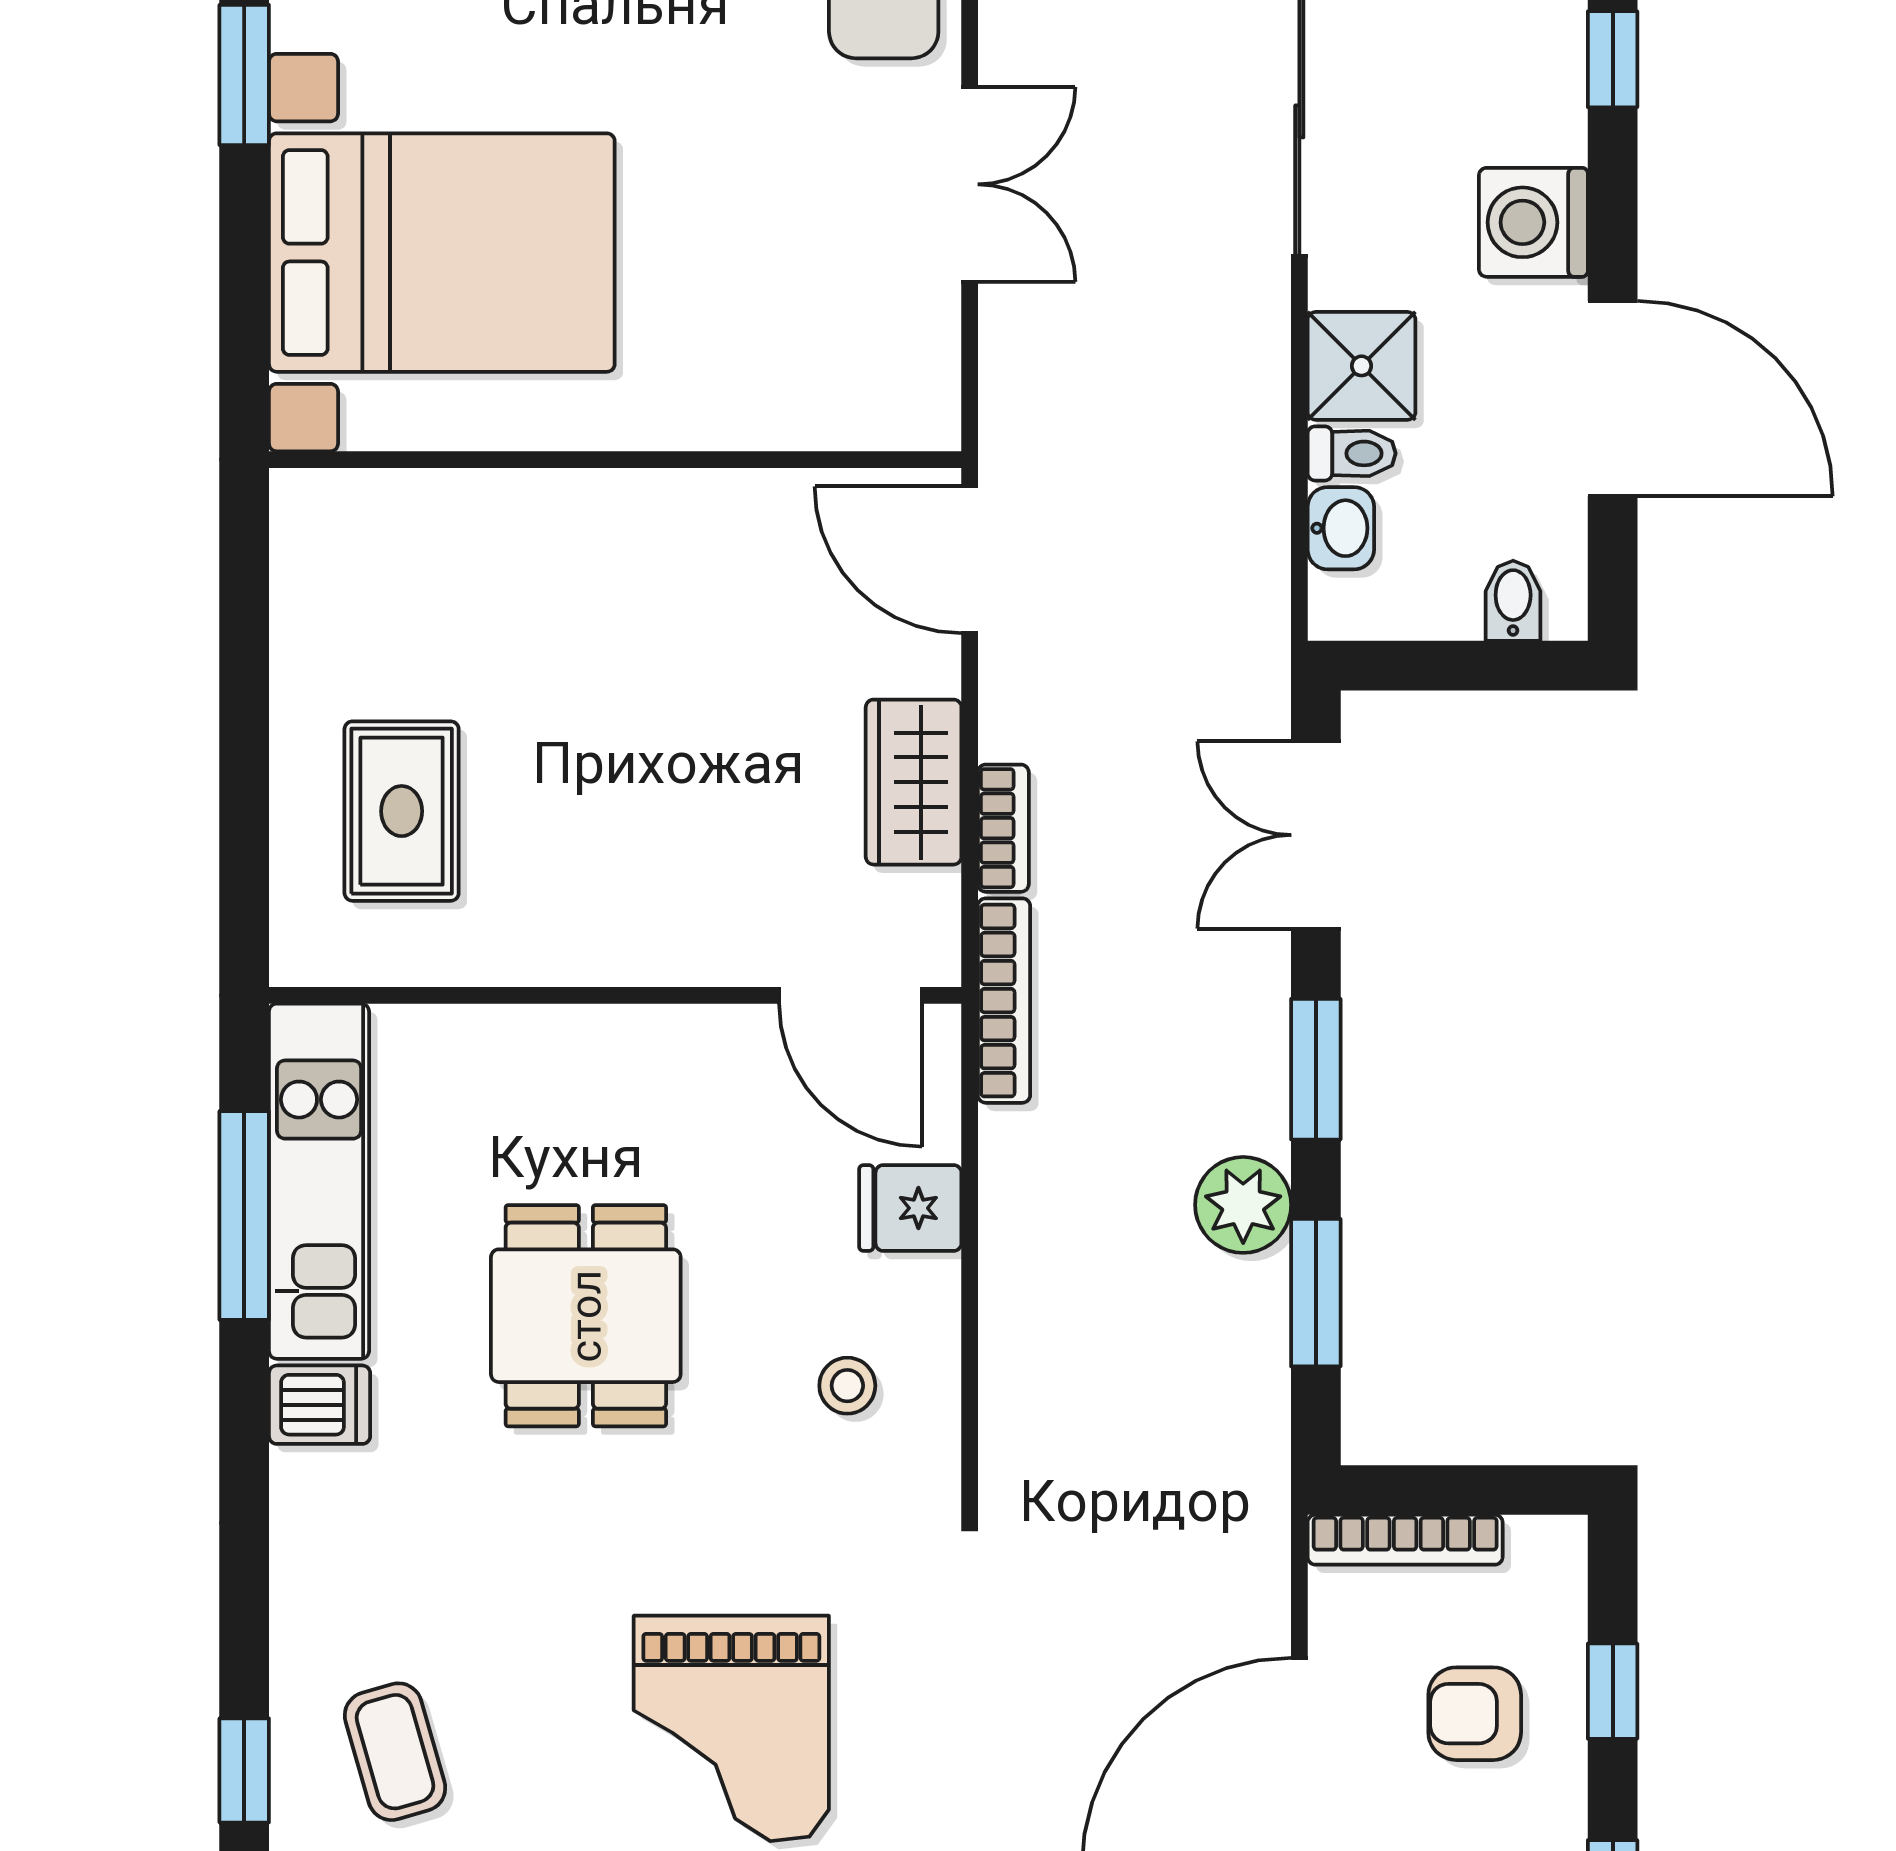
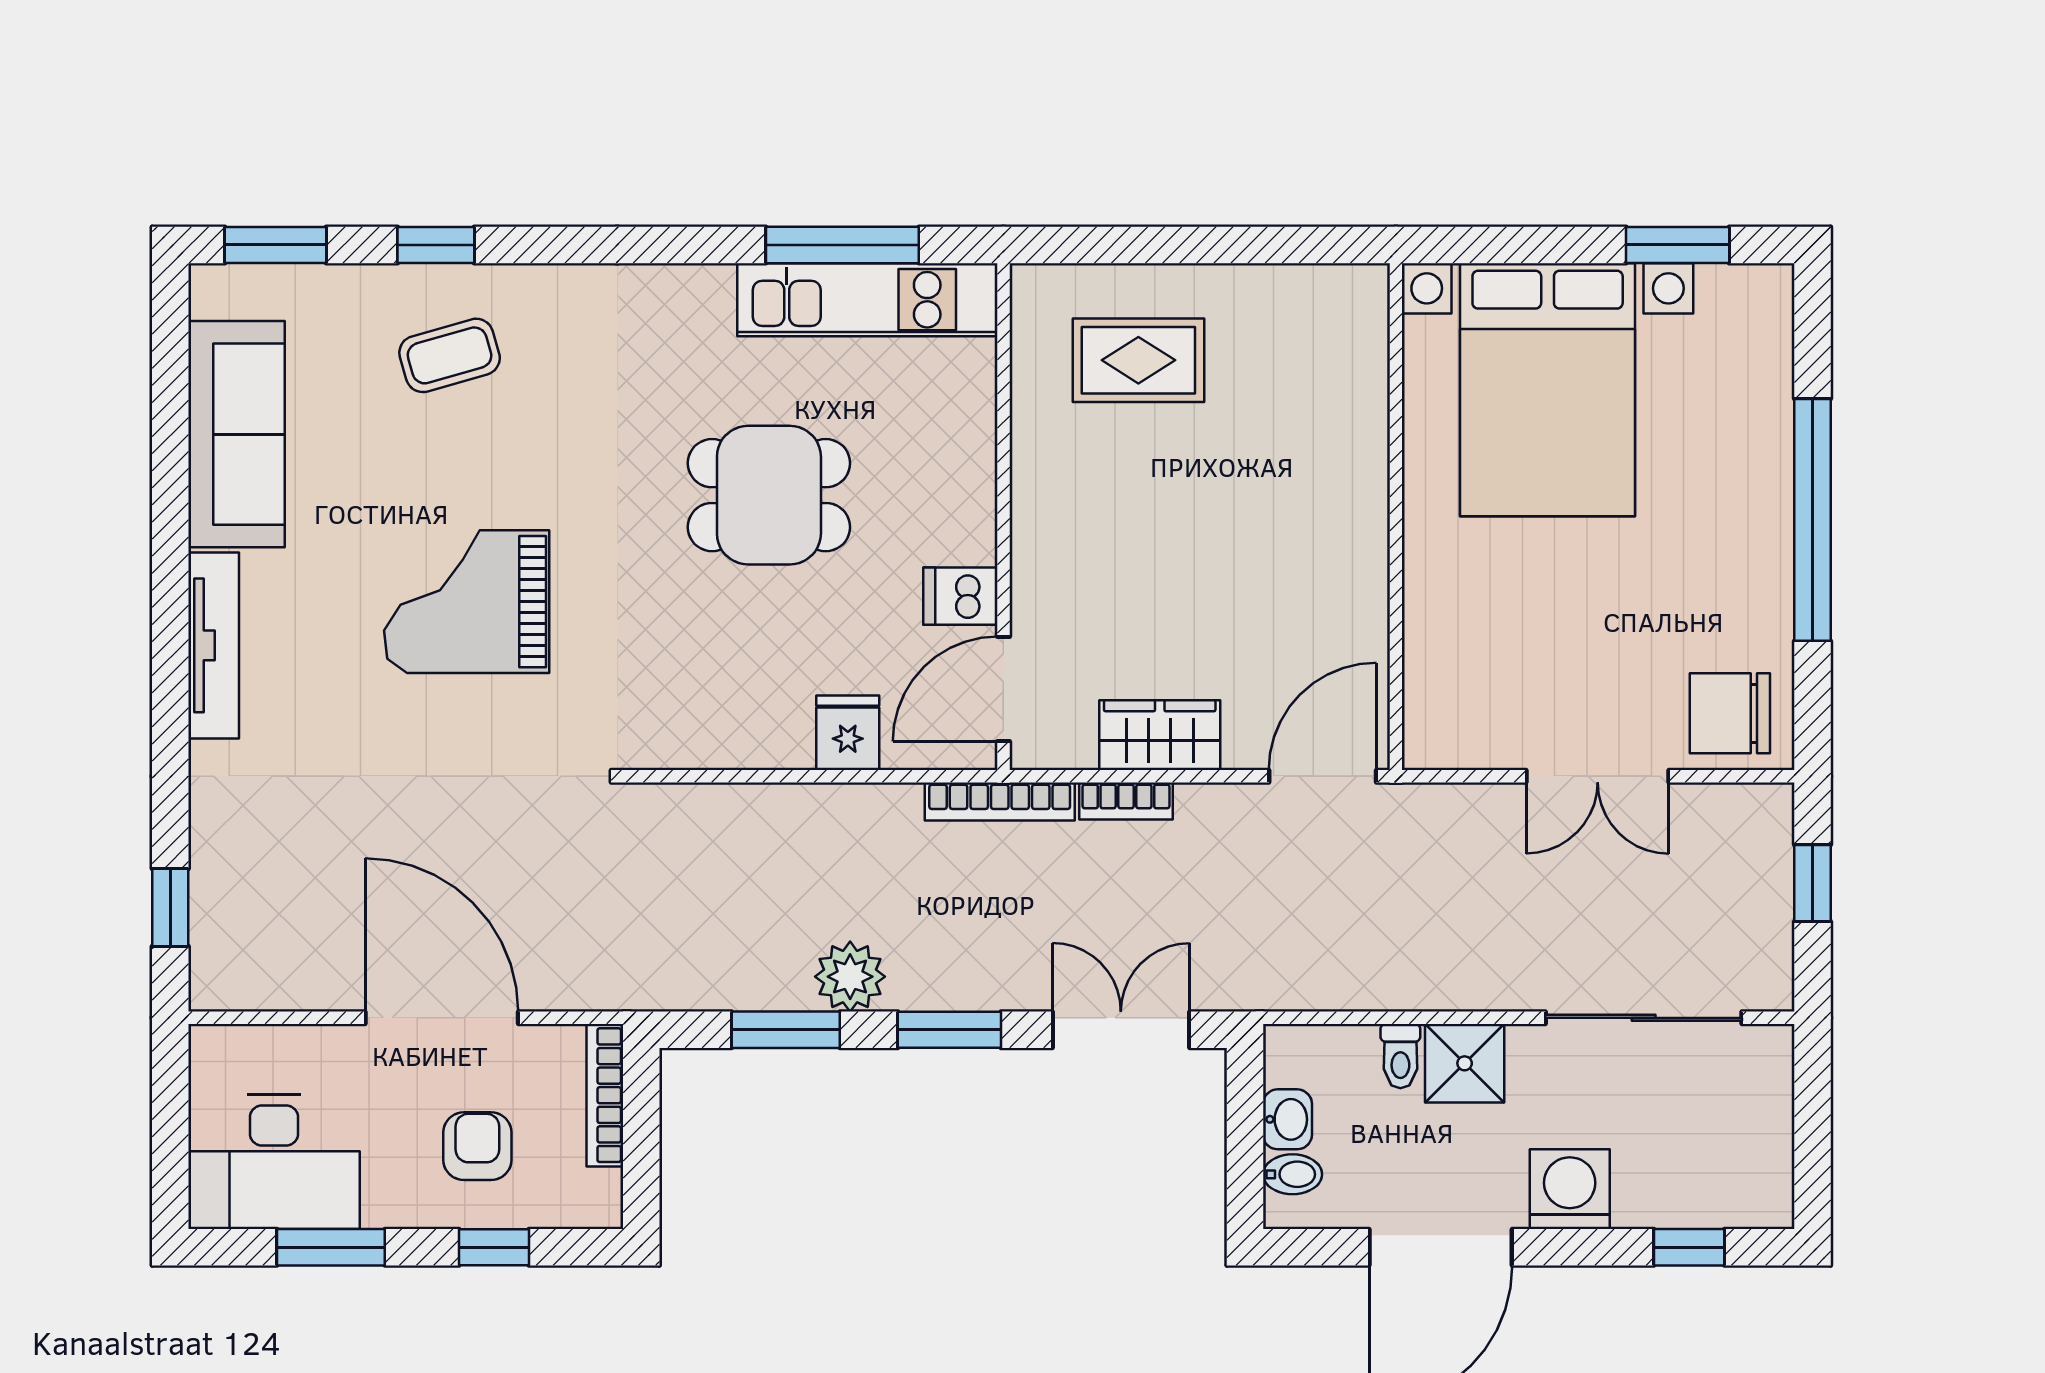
washbasin: (1341, 528) -> (1287, 1119), moved, turned -90
stool: (847, 1386) -> (718, 687), removed
dishwasher: (320, 1405) -> (960, 596), moved, turned 90

